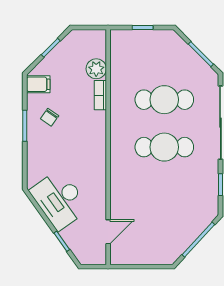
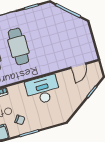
desk: (59, 200) -> (43, 90), moved, turned -145
door: (108, 232) -> (78, 66), swing flipped

